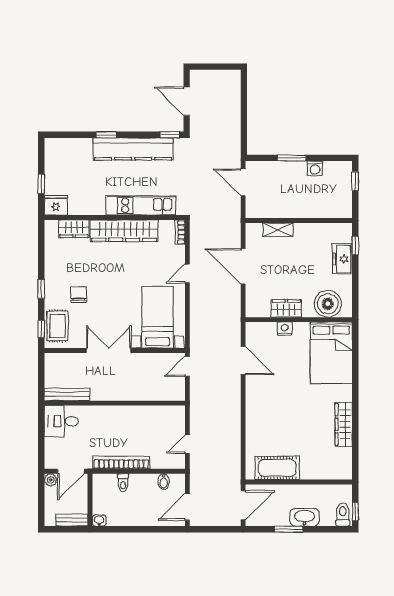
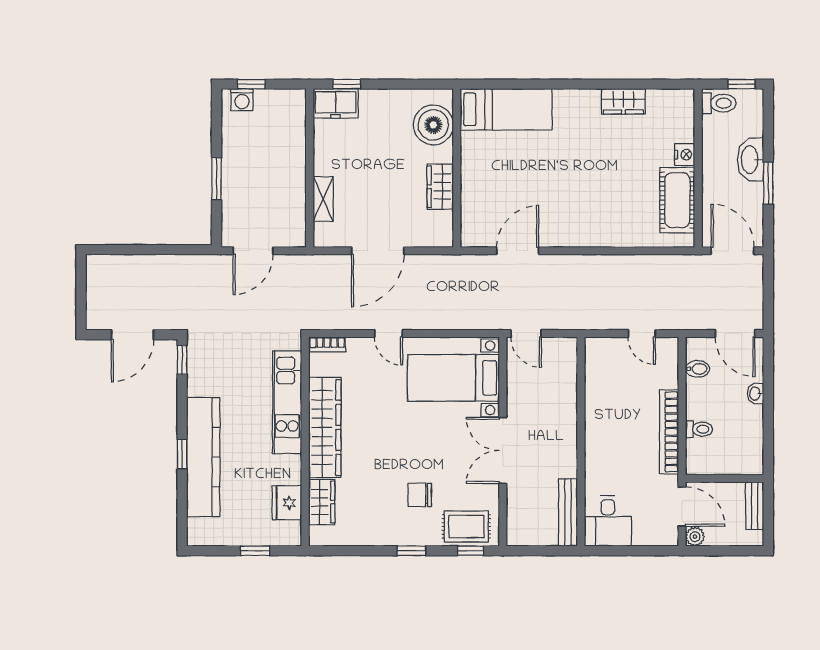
kitchen counter: (133, 149) -> (203, 457), moved
washing machine: (315, 168) -> (242, 100), moved, turned 90
fridge: (56, 205) -> (287, 503), moved
freezer: (342, 259) -> (336, 103), moved
nightstand: (285, 329) -> (685, 155), moved, turned 180
bed: (331, 353) -> (506, 109), width x0.67
wardrobe: (344, 424) -> (623, 101), width x0.67
toilet: (343, 515) -> (719, 103), moved, turned 180
washbasin: (99, 521) -> (755, 394), moved

